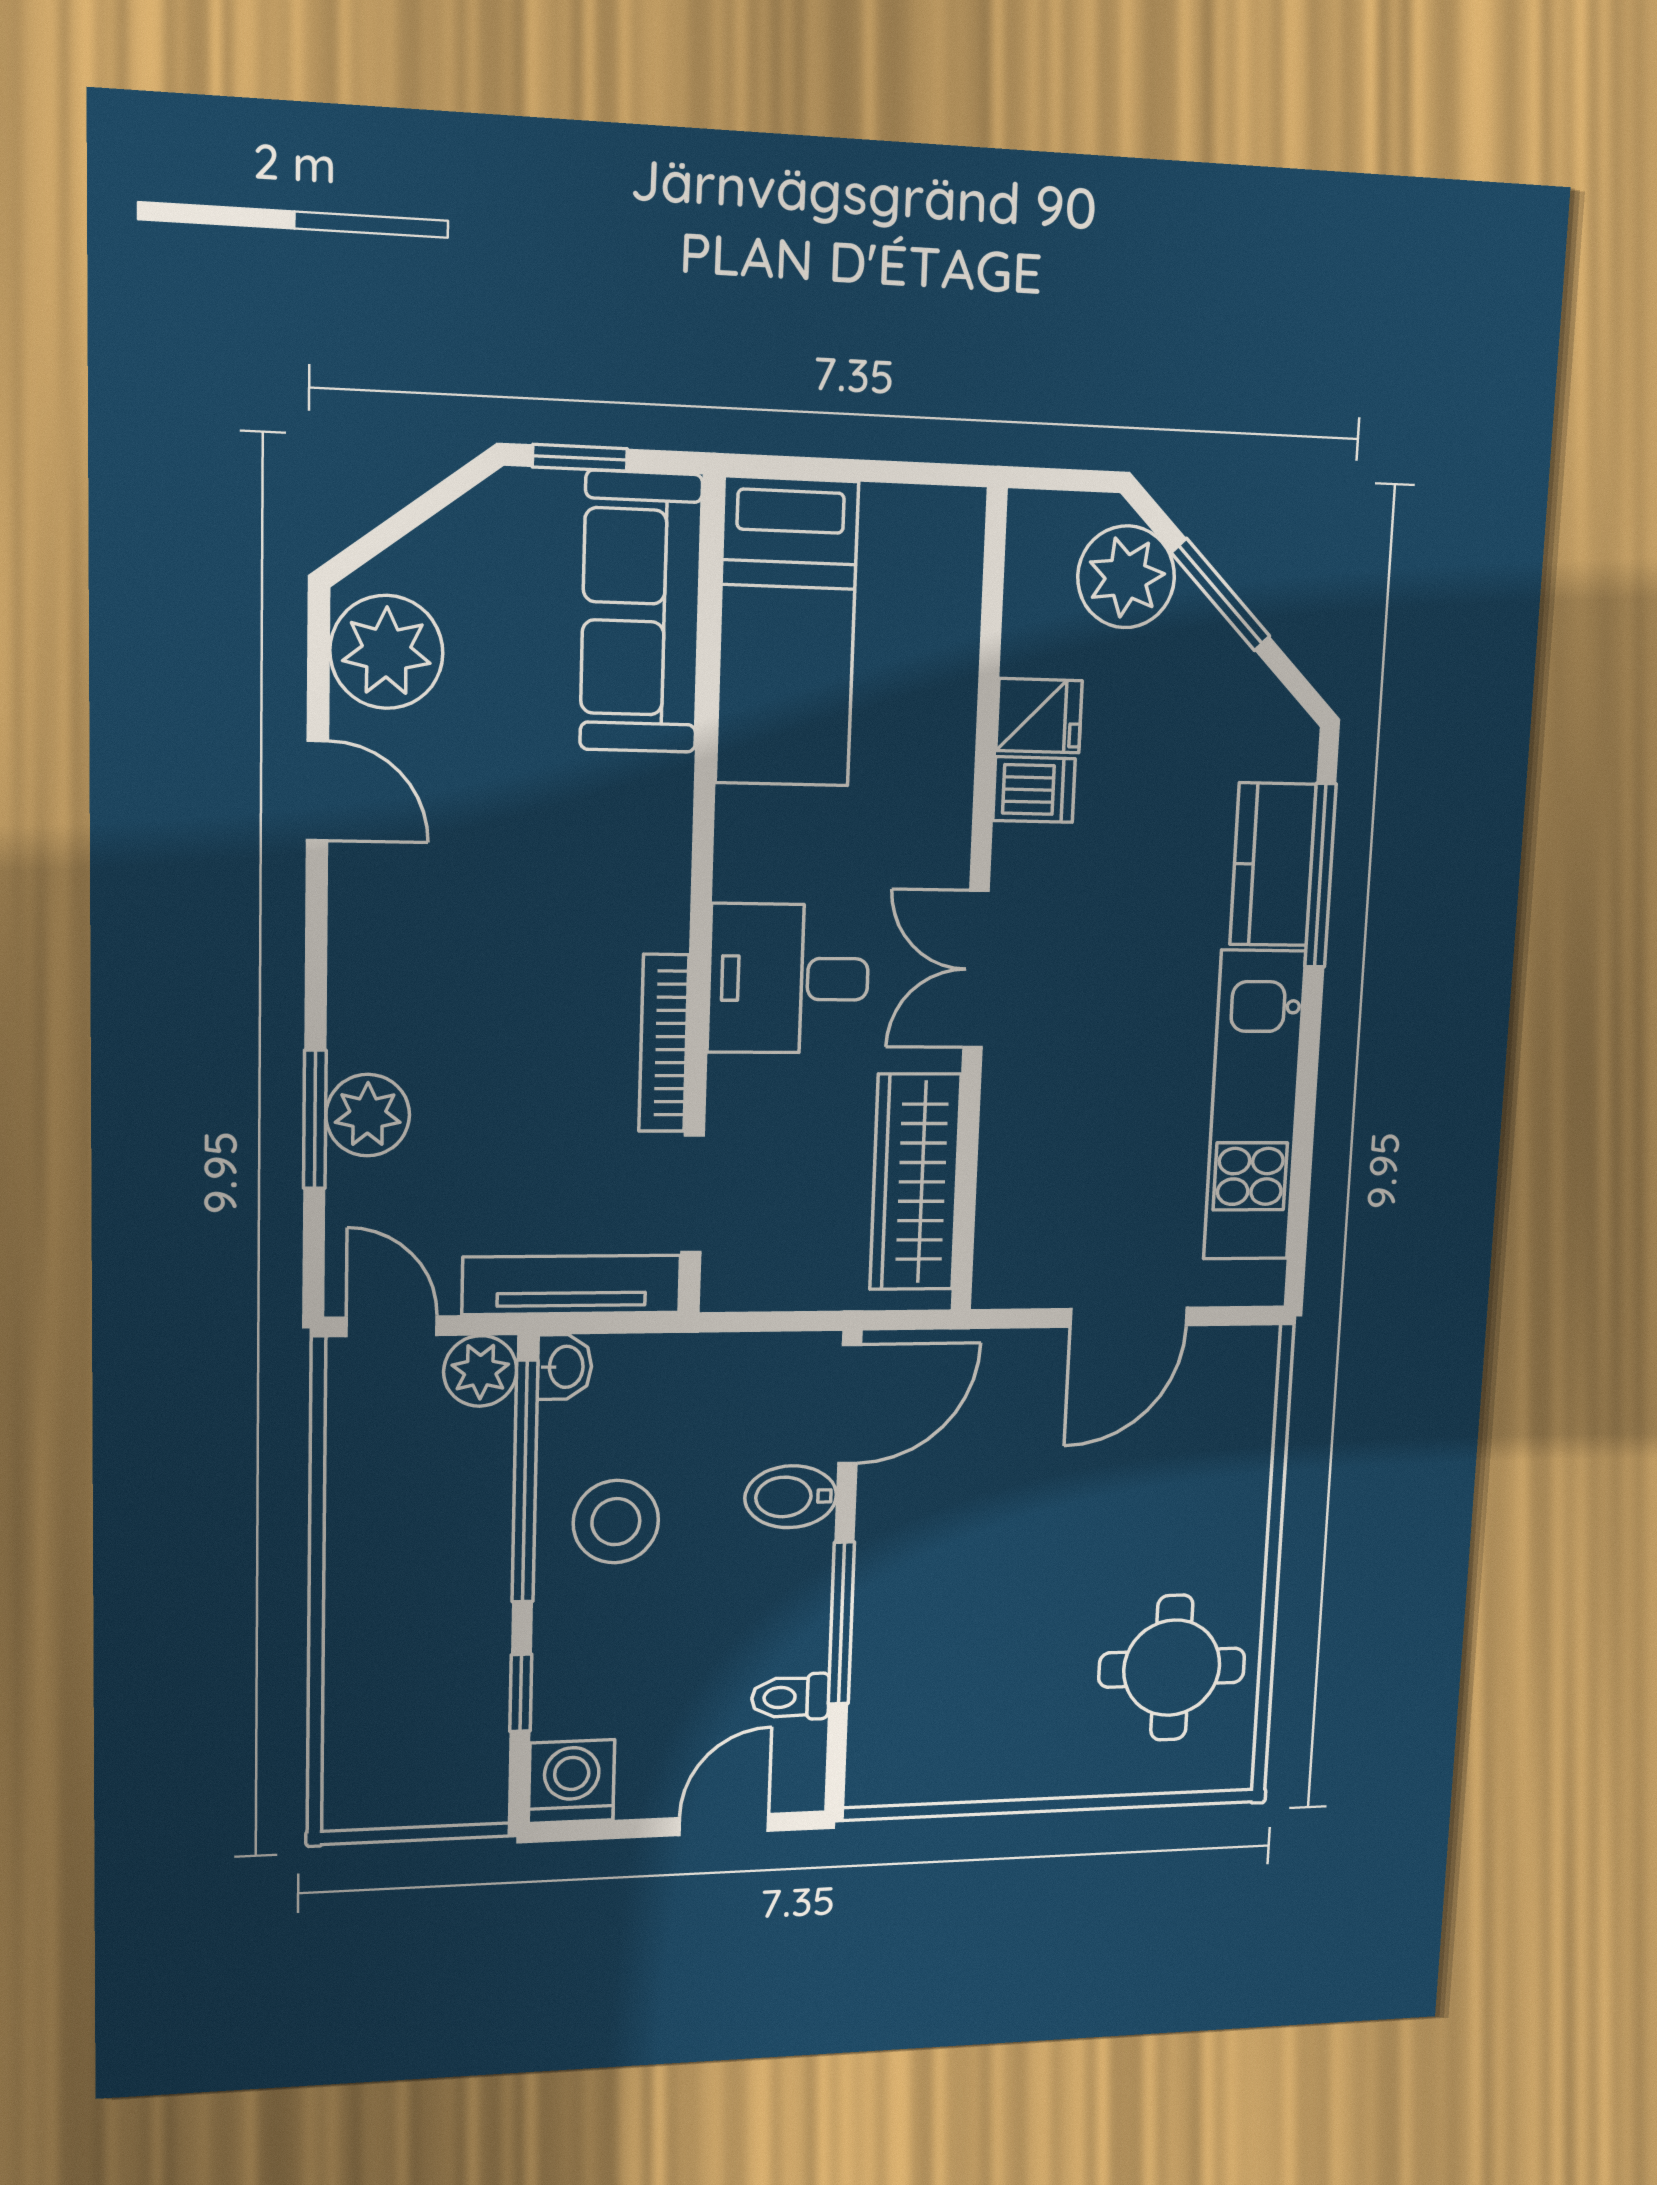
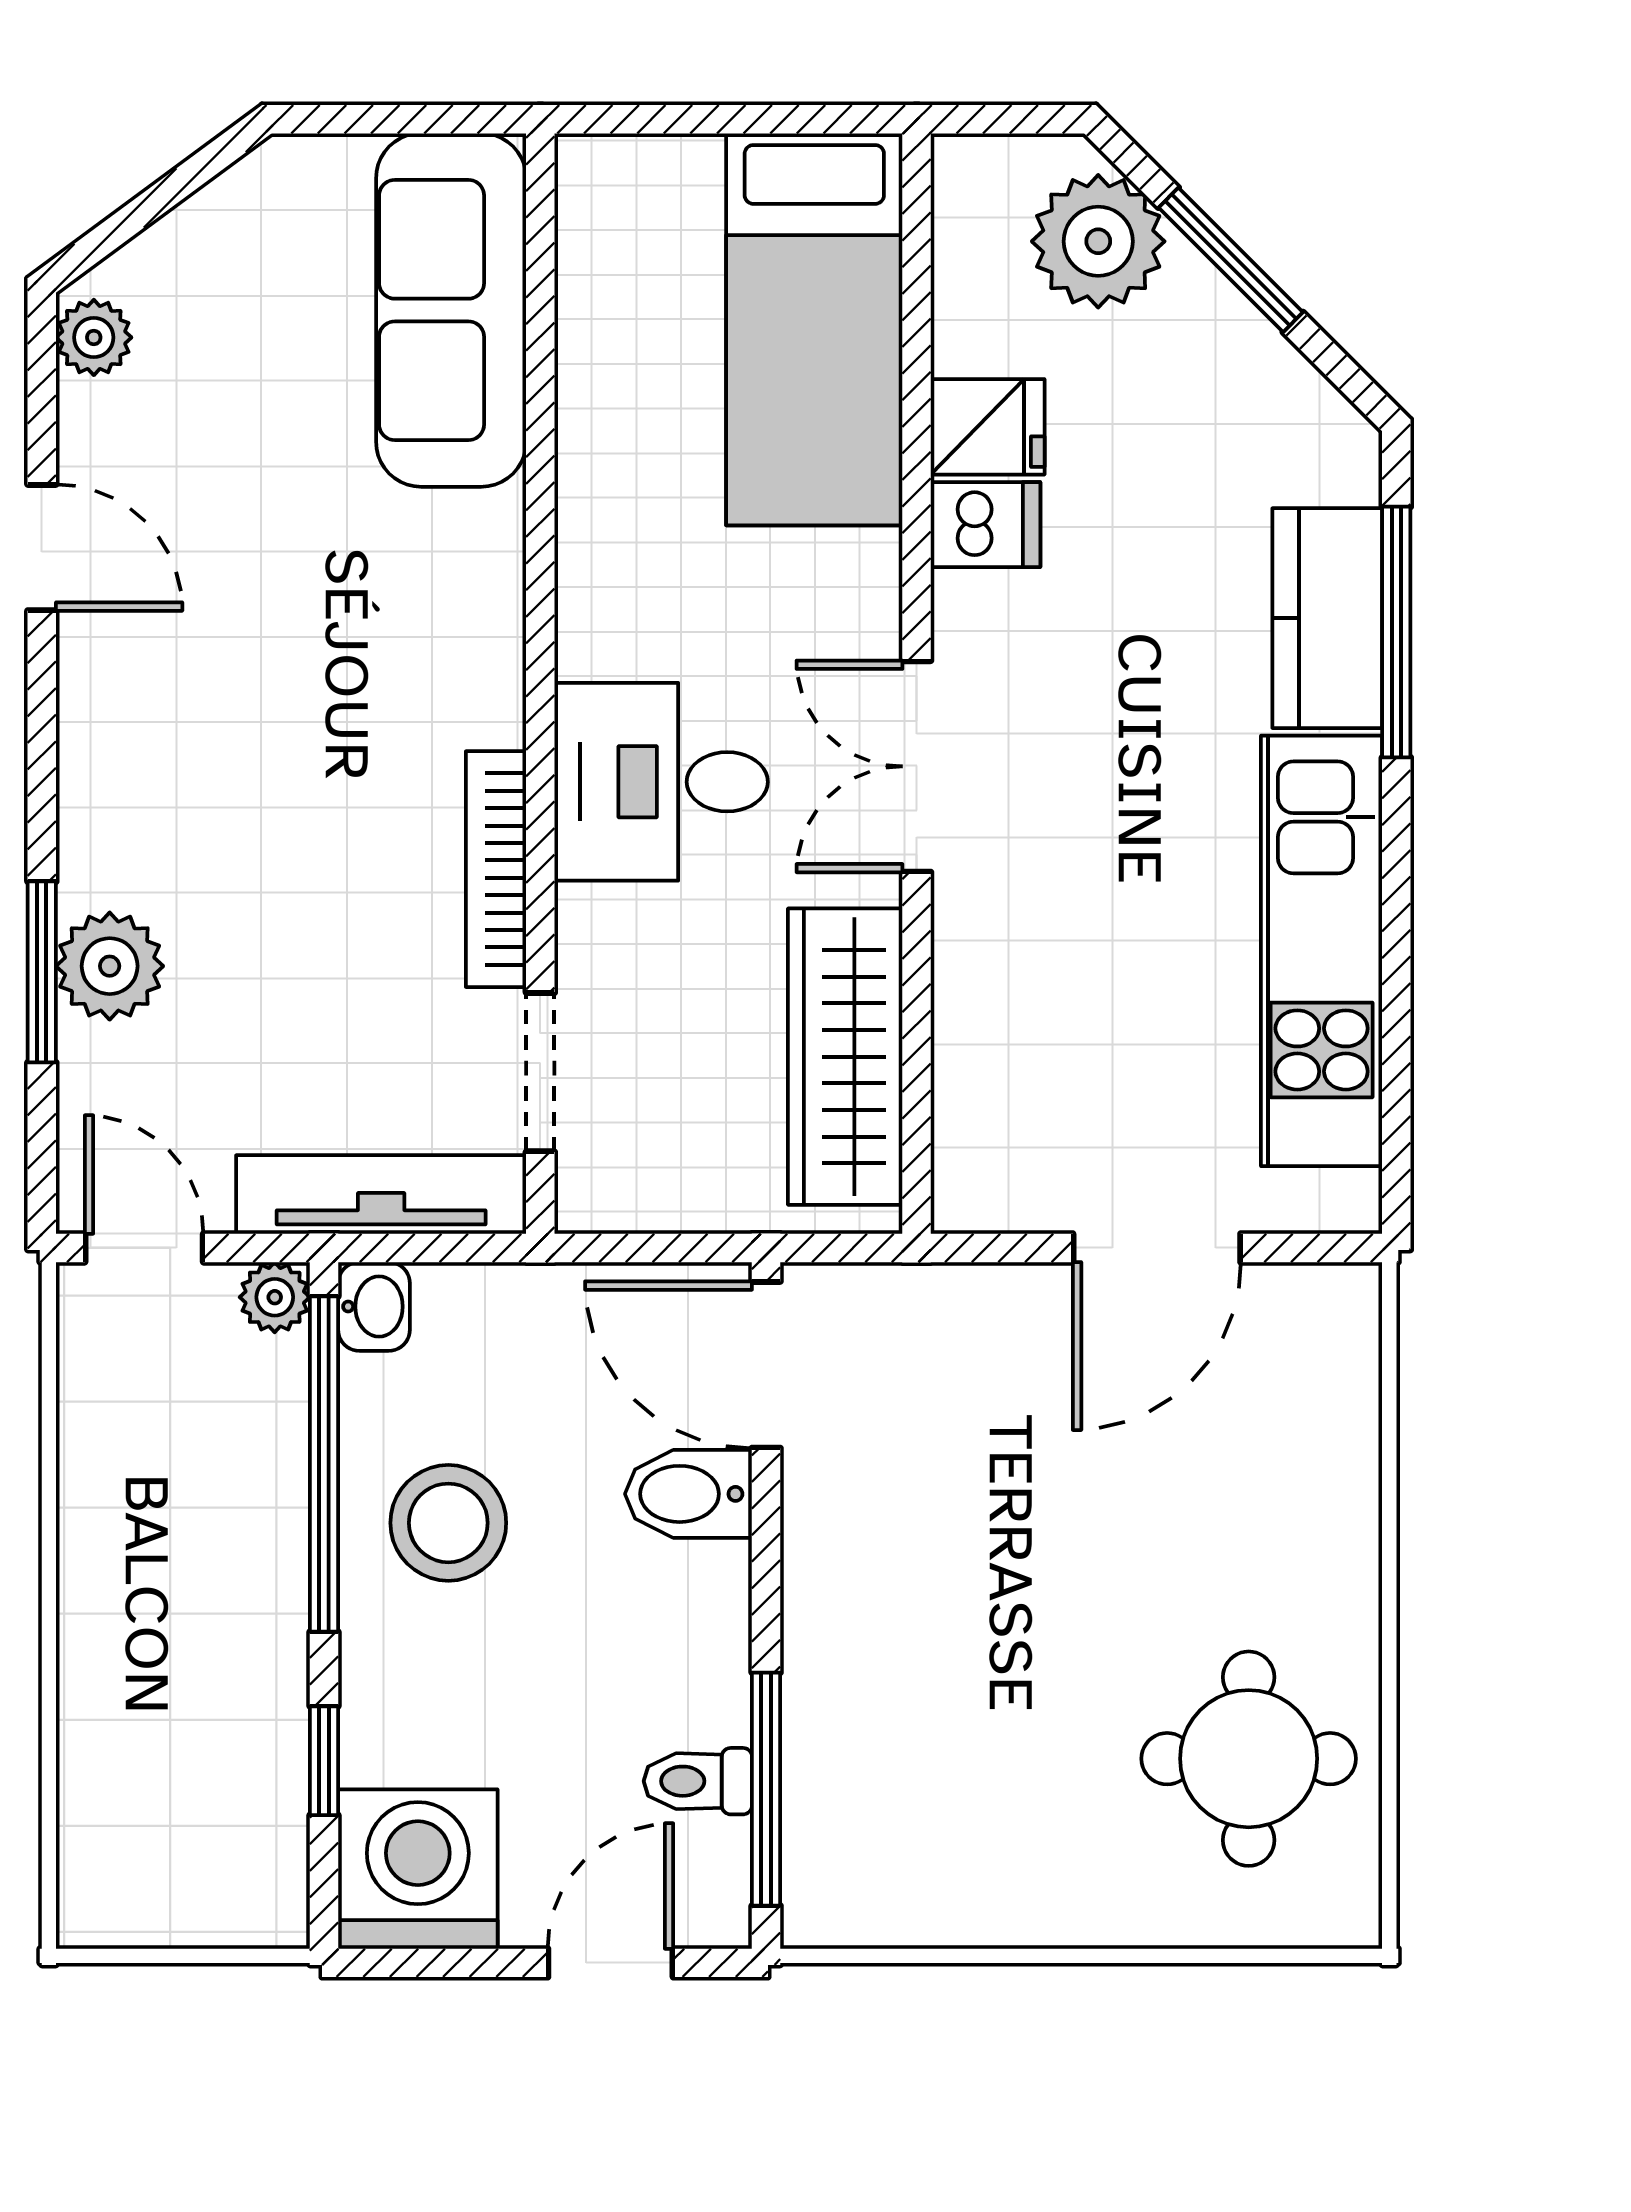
window: (580, 458) -> (368, 119), removed
bed: (787, 633) -> (814, 329), moved
plant: (387, 652) -> (94, 337), width x0.53, depth x0.53
plant: (480, 1371) -> (275, 1297), width x0.73, depth x0.73
door: (850, 1404) -> (766, 1365), swing flipped
window: (841, 1623) -> (766, 1789), moved
washing machine: (572, 1782) -> (418, 1869), width x1.37, depth x1.37

